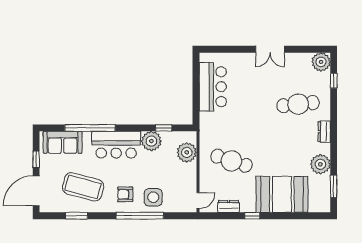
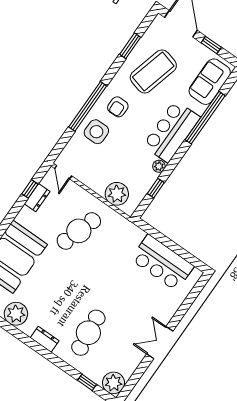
plant: (151, 141) -> (159, 166), width x0.53, depth x0.53
armchair: (125, 194) -> (118, 107), turned 180
window: (252, 216) -> (30, 189), moved

